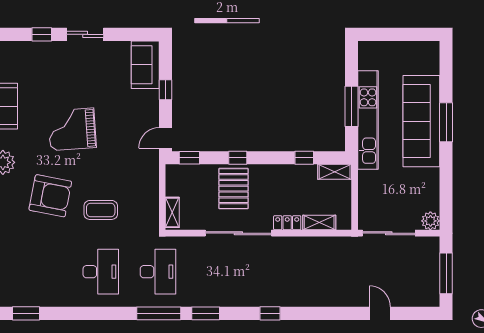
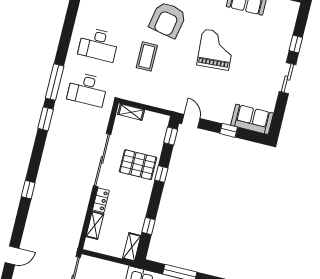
window: (270, 313) -> (28, 190), moved

